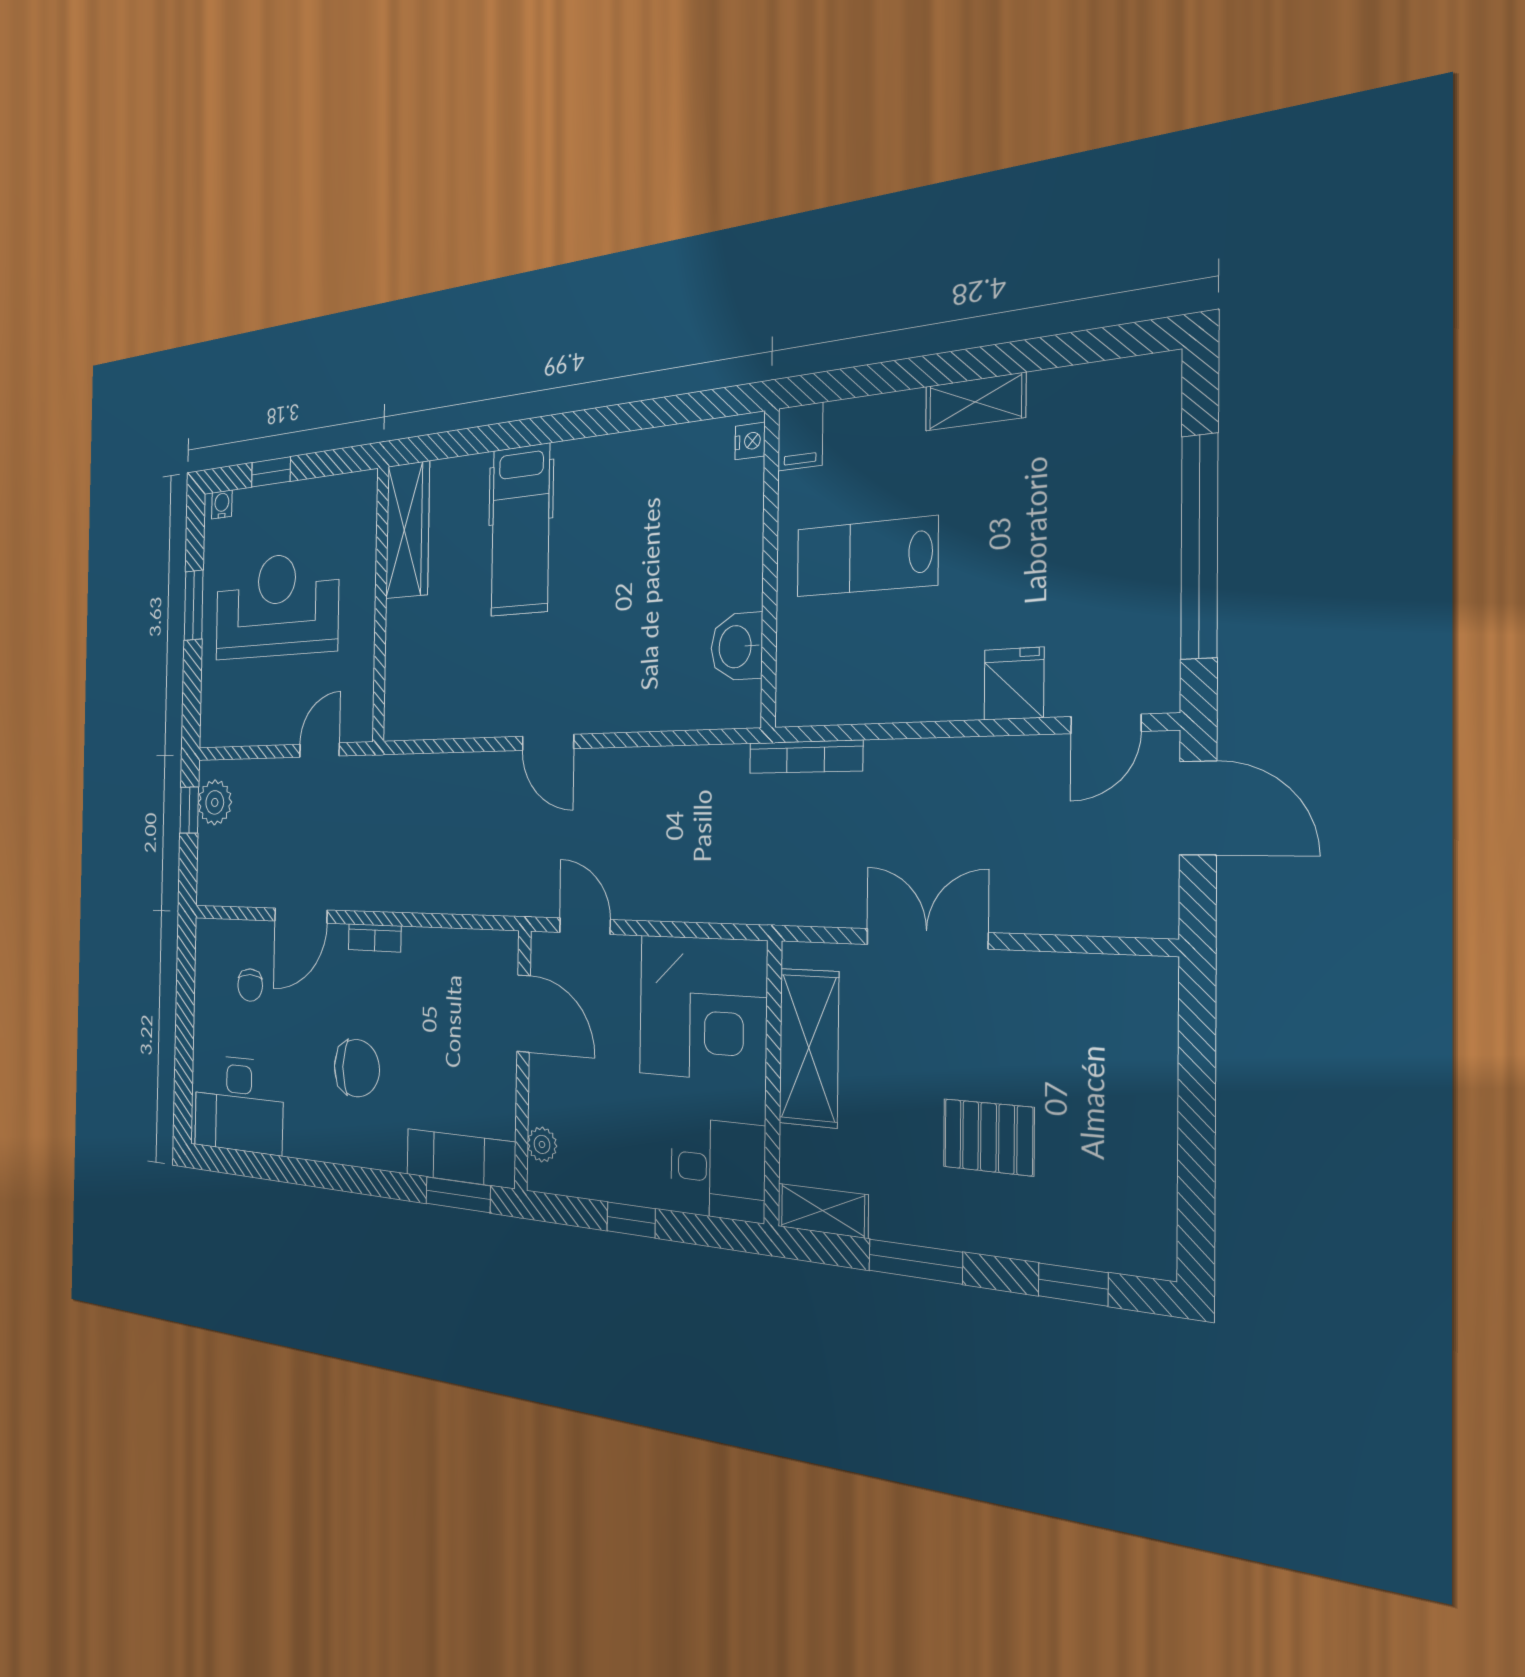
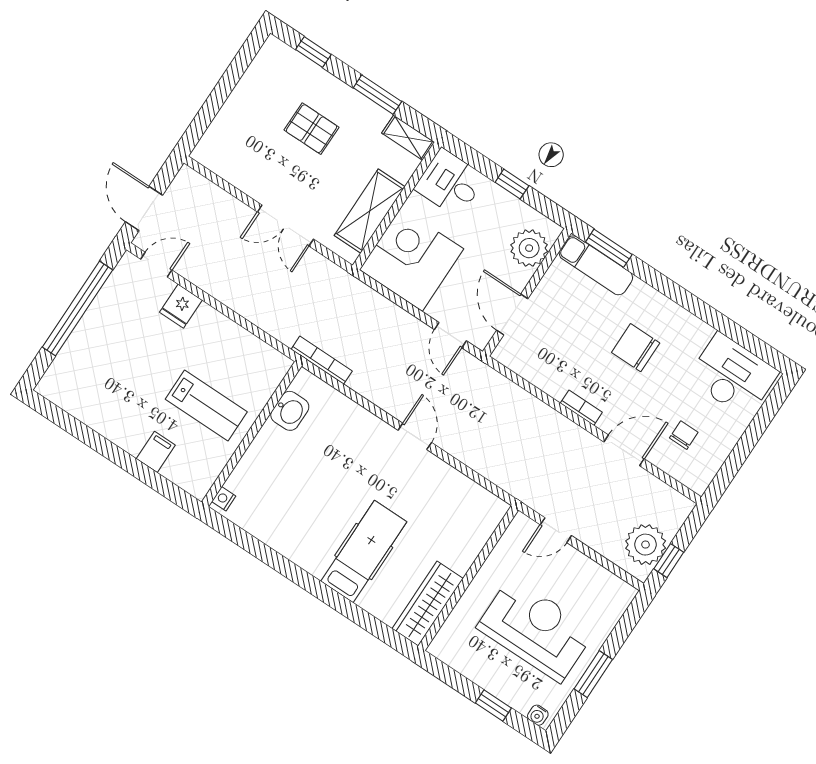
shelving: (975, 402) -> (120, 435), removed
filing cabinet: (800, 437) -> (156, 452), moved
reception desk: (276, 606) -> (536, 629), turned 180
bookcase: (805, 757) -> (322, 360), moved
plant: (215, 802) -> (646, 545), width x1.36, depth x1.36
plant: (542, 1144) -> (529, 248), width x1.88, depth x1.88

